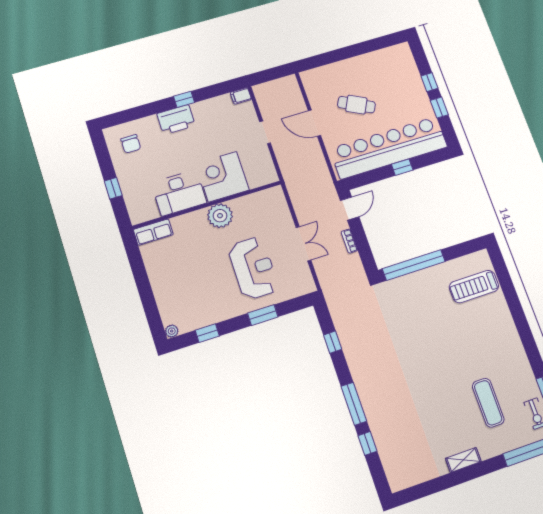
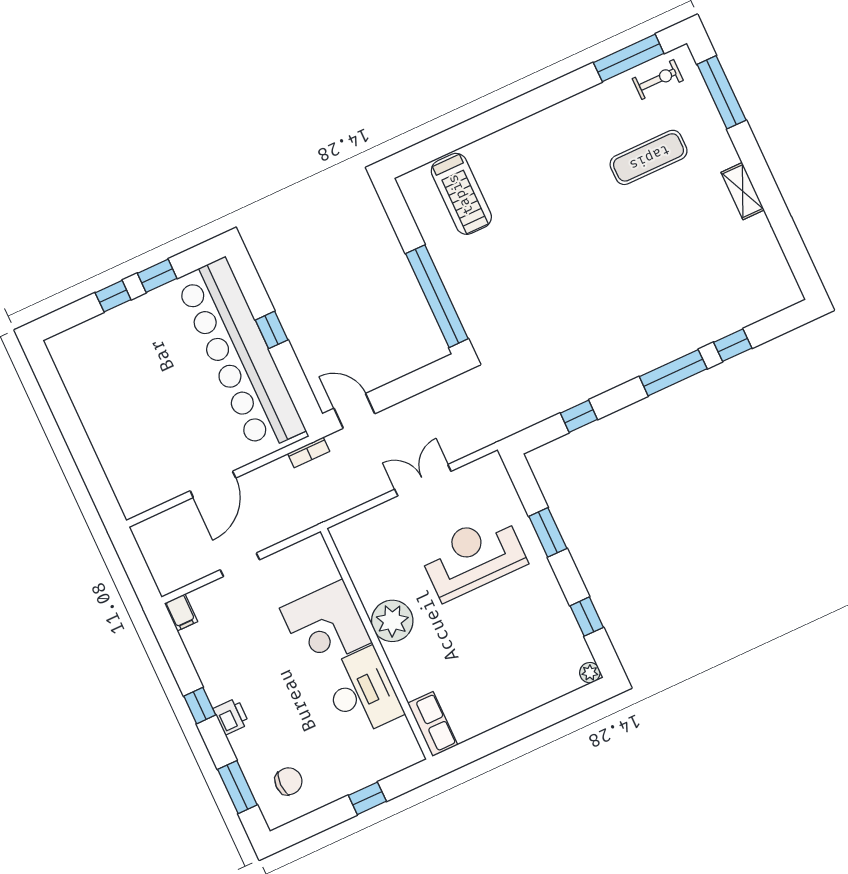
cafe table: (356, 105) -> (171, 417), removed
window: (132, 114) -> (237, 787), added
printer: (176, 120) -> (231, 716), width x0.53, depth x0.68
bookcase: (349, 241) -> (309, 452), moved

